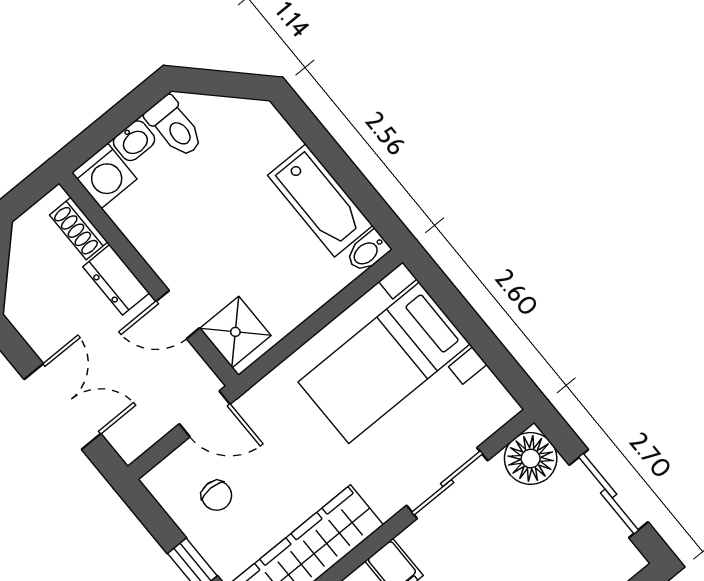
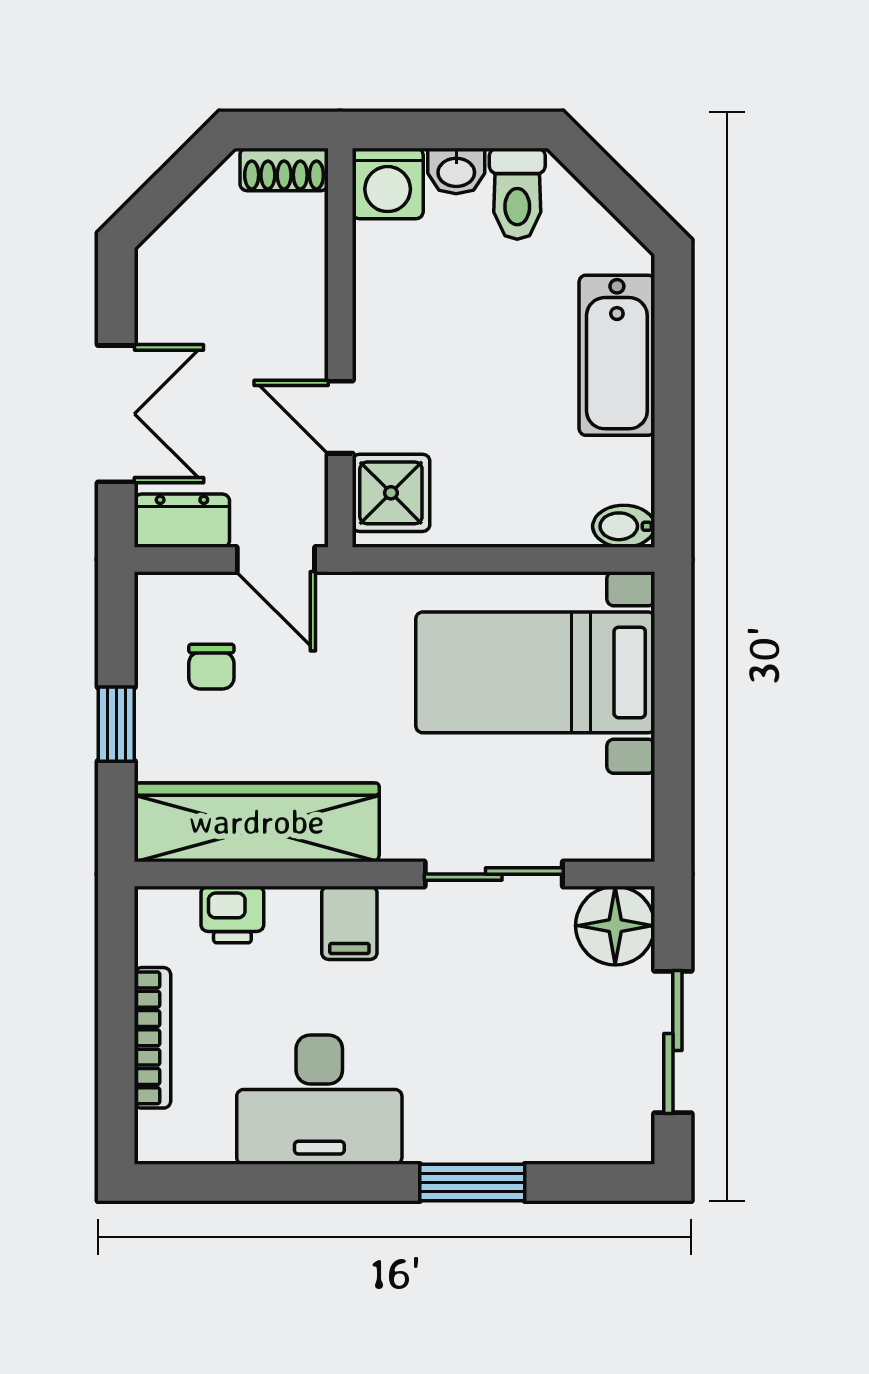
bathtub: (320, 200) -> (617, 355), moved
shoe rack: (79, 229) -> (284, 169), moved, turned -90
dresser: (116, 280) -> (182, 521), moved, turned 90

